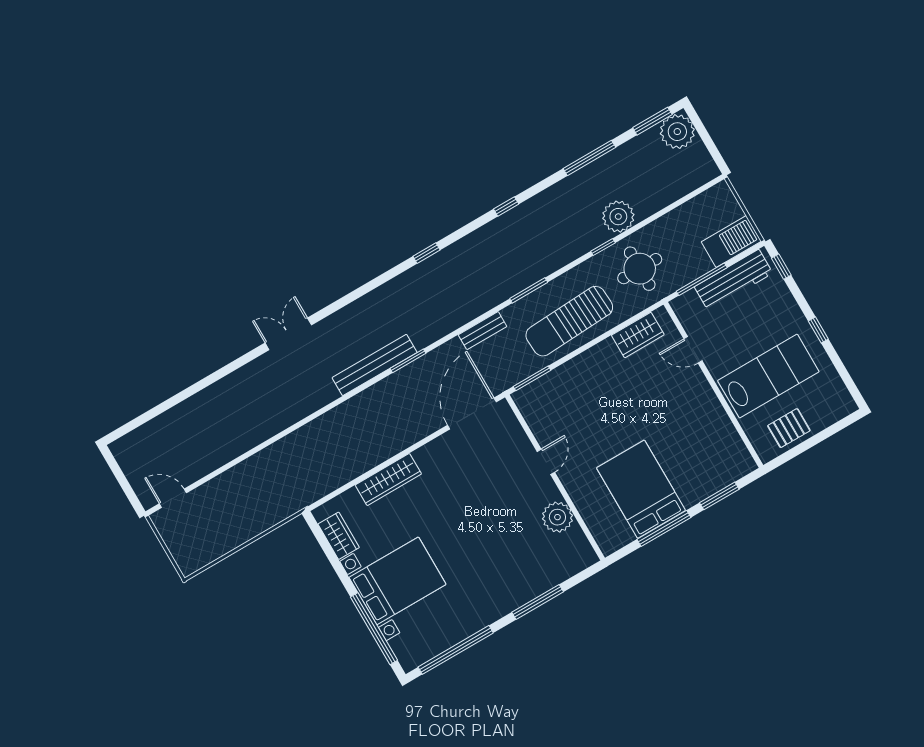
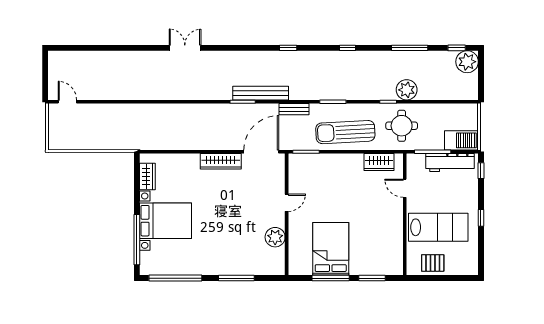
window: (652, 121) -> (457, 48), width x0.67
bench: (375, 365) -> (261, 93), moved
wardrobe: (388, 480) -> (221, 161), moved

